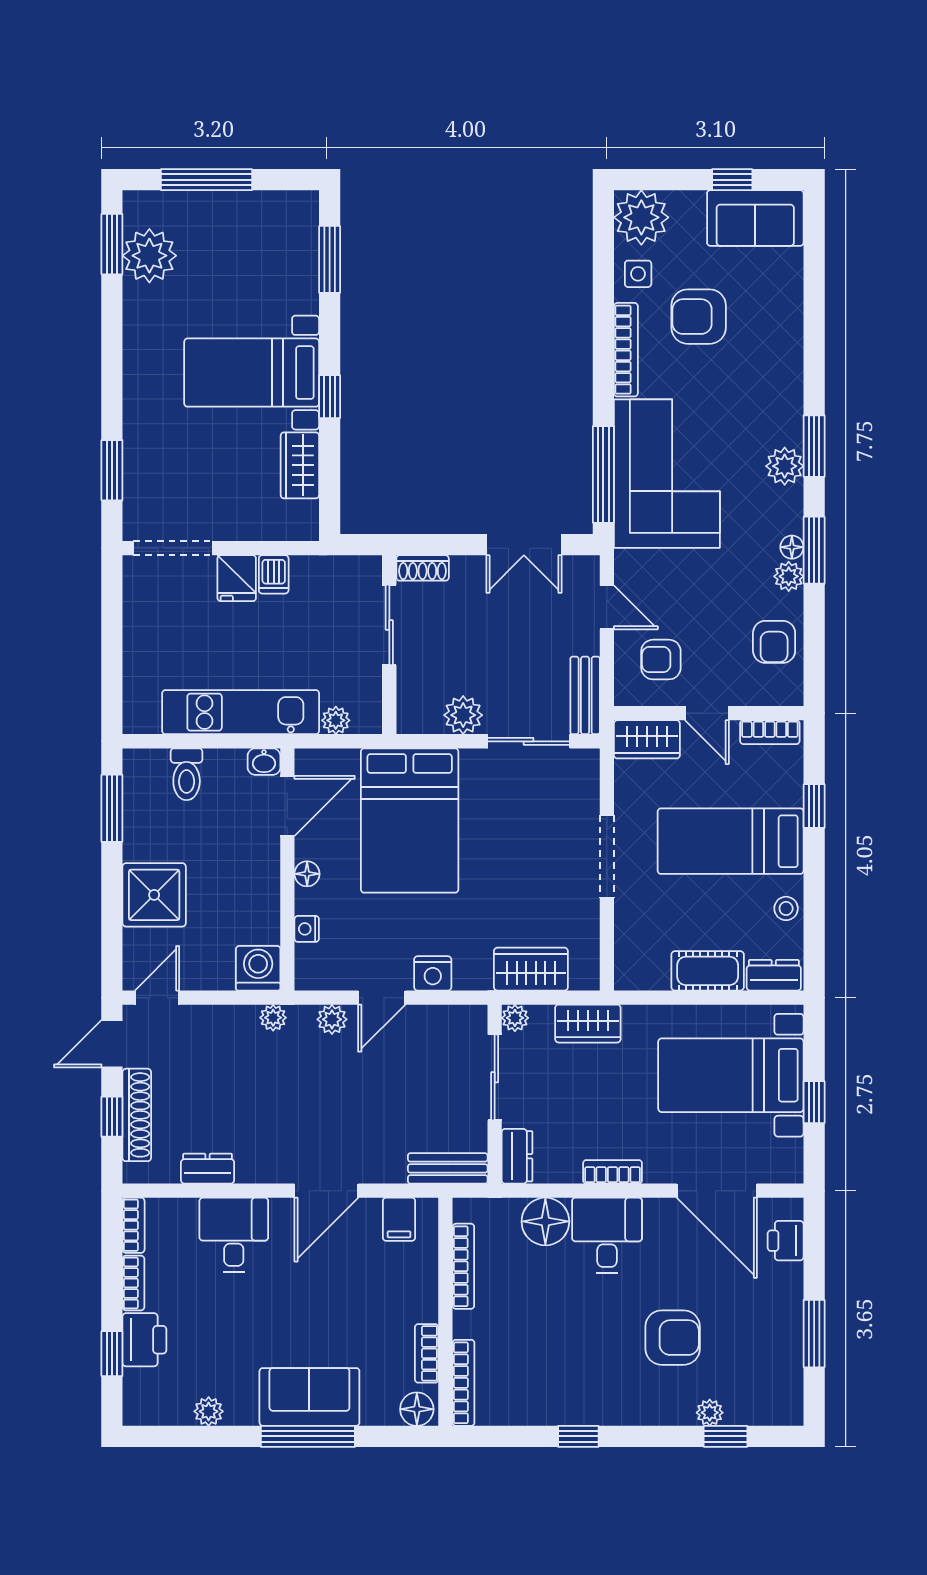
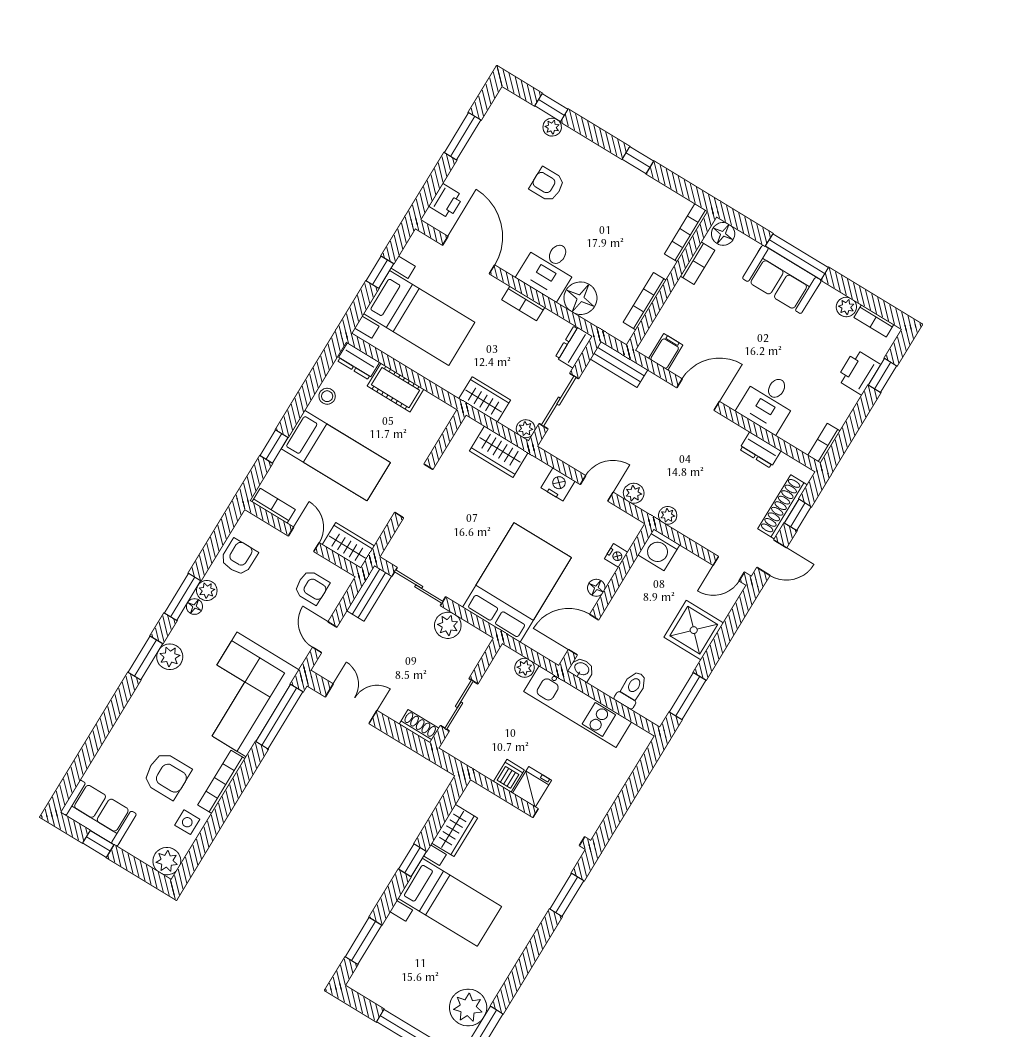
plant: (641, 217) -> (167, 861), width x0.73, depth x0.73
bookcase: (133, 1283) -> (874, 321), moved, turned -90
armchair: (673, 1338) -> (547, 184), width x0.72, depth x0.72

